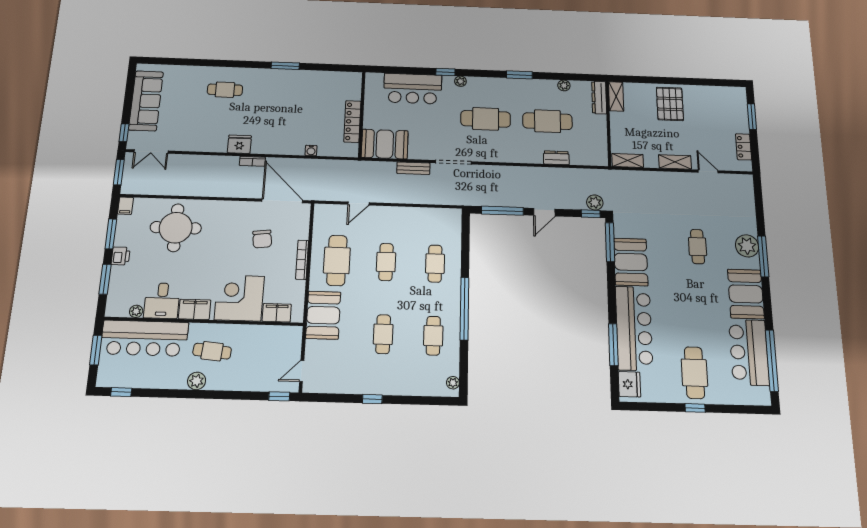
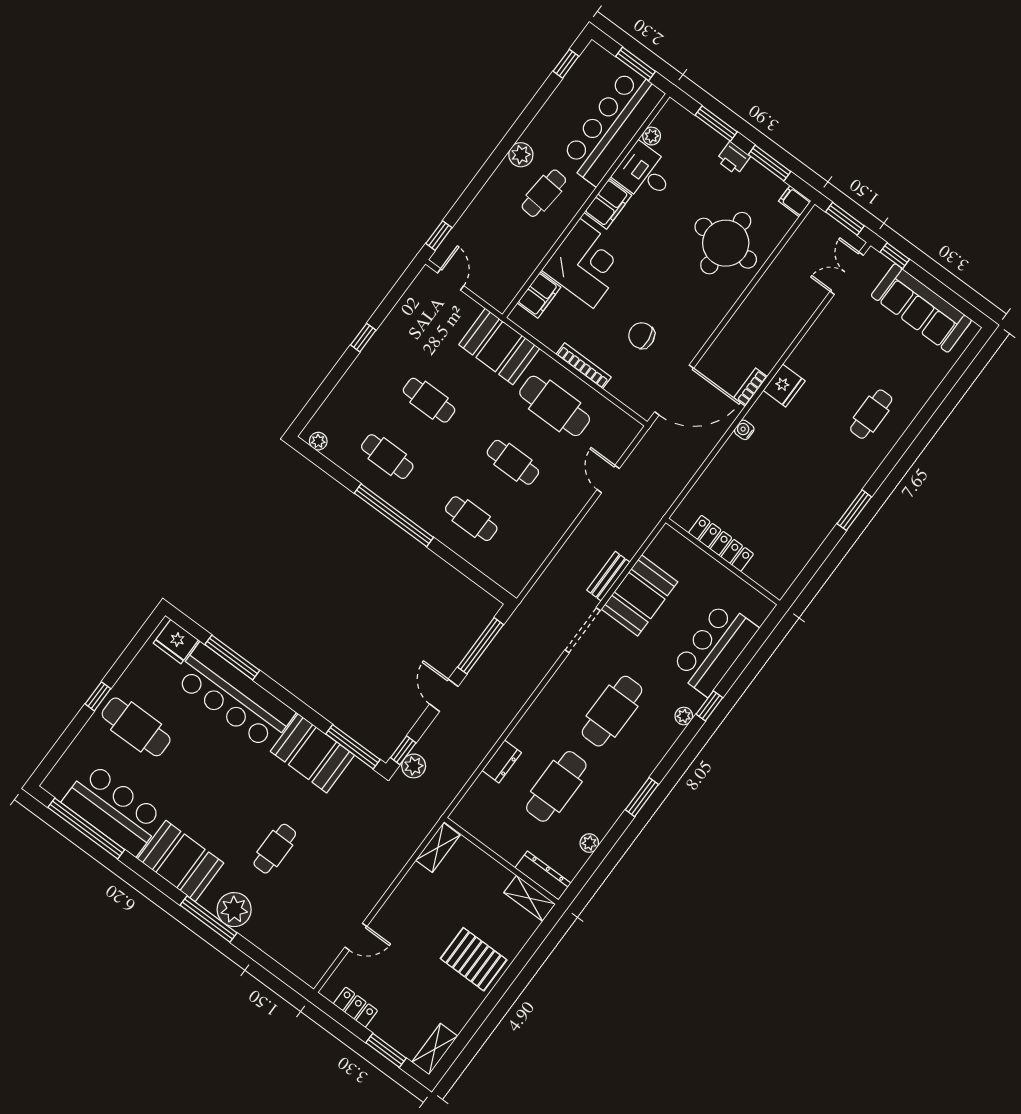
booth: (385, 144) -> (640, 595), moved
water cooler: (311, 150) -> (744, 430), moved
shelving: (675, 162) -> (435, 1049), moved
cafe table: (698, 247) -> (275, 849), turned 90

